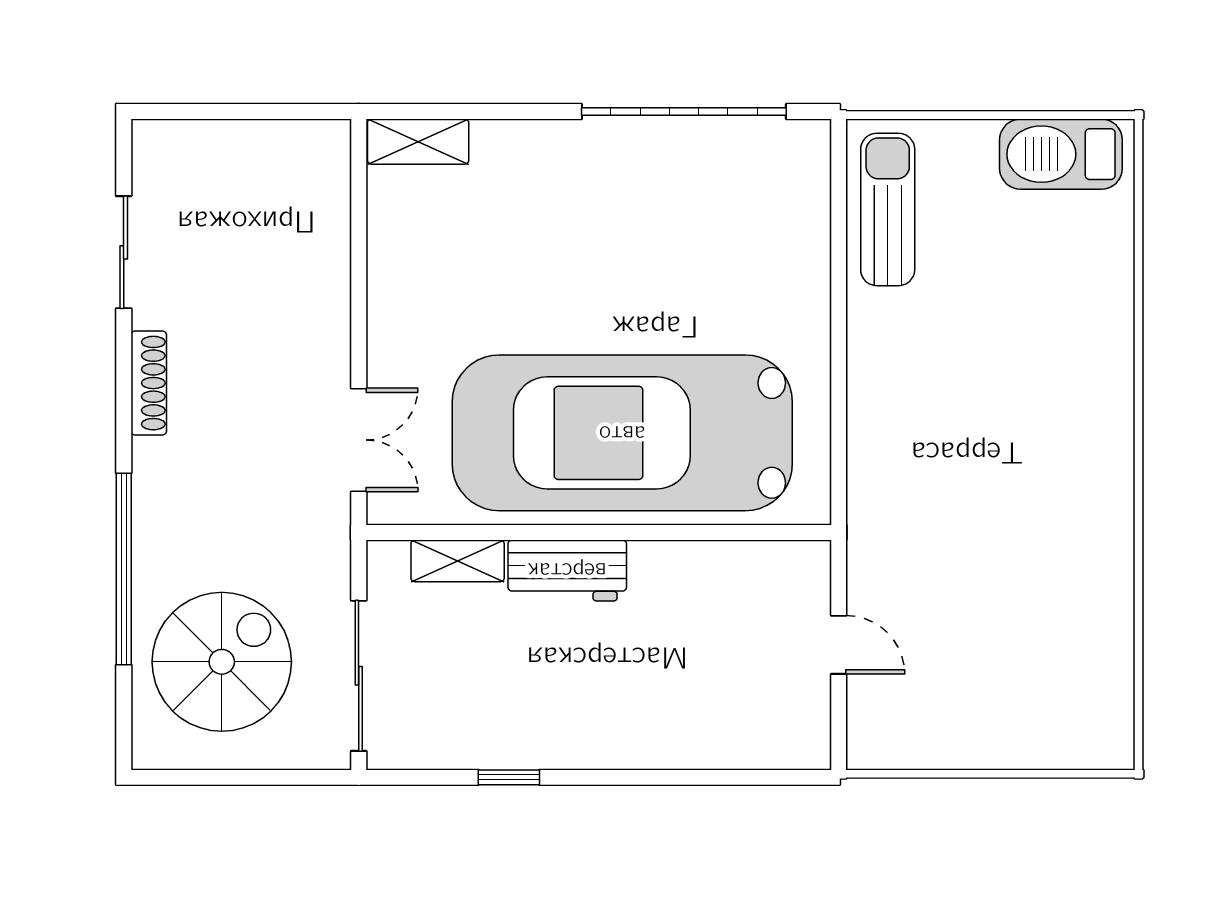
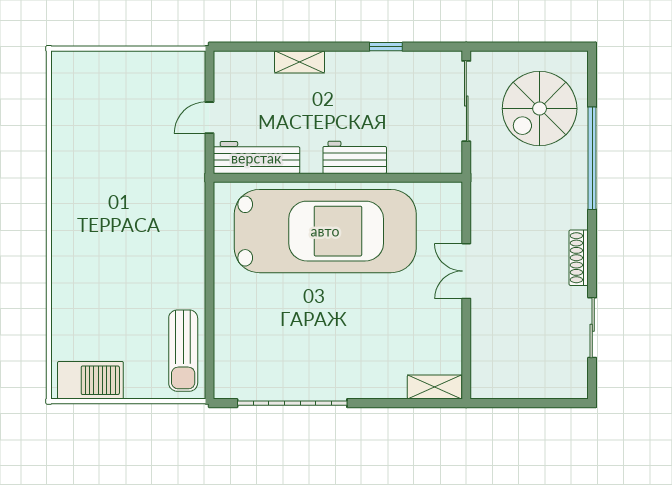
double door: (359, 440) -> (466, 271), moved
shelving: (458, 561) -> (300, 62), moved
workbench: (751, 570) -> (256, 158), added
door: (839, 645) -> (209, 118), hinge flipped

